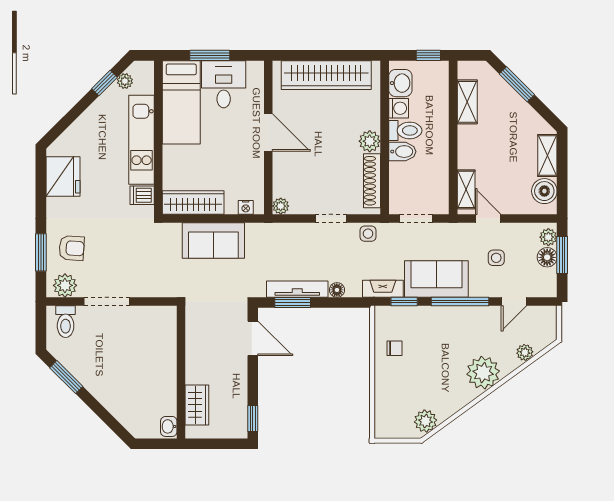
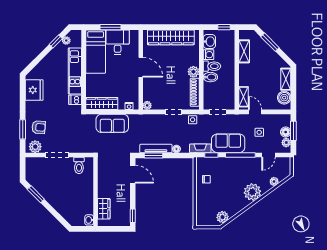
plant: (548, 237) -> (286, 143), moved
toilet: (66, 322) -> (79, 165), moved

